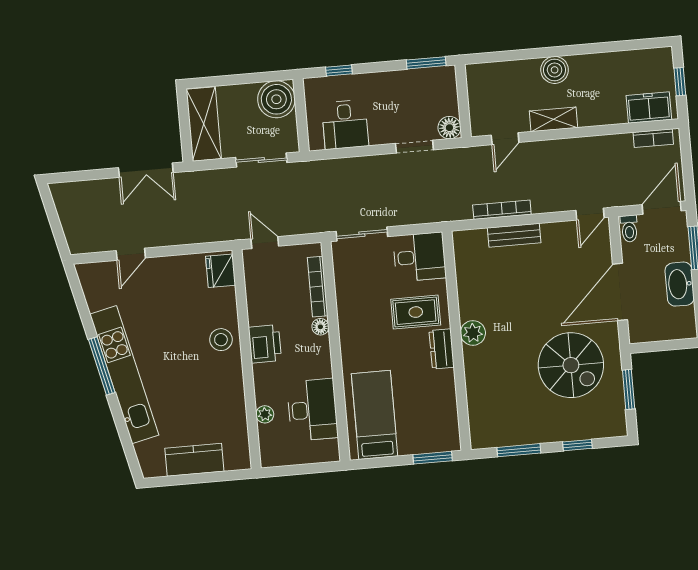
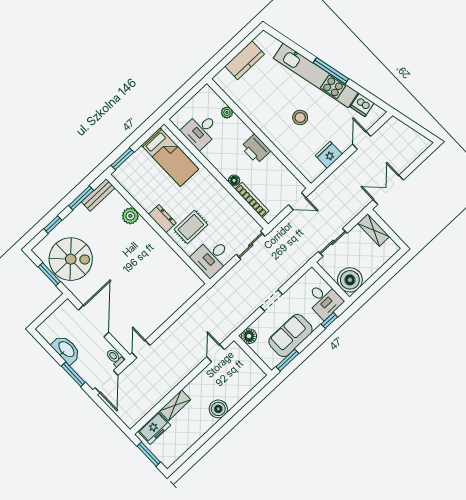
window: (680, 82) -> (149, 454), width x1.50
sofa: (399, 89) -> (291, 336), added
shelving: (554, 119) -> (175, 405), moved
shelving: (204, 124) -> (374, 230), width x0.67, depth x0.75
desk: (345, 125) -> (324, 300), moved, turned 180
bookcase: (653, 138) -> (139, 414), removed
doorway: (414, 147) -> (271, 300), moved
bookcase: (502, 210) -> (188, 315), removed
bench: (514, 235) -> (98, 195), moved
fridge: (221, 271) -> (329, 155), moved, turned -90
dishwasher: (97, 296) -> (362, 105), added
plant: (473, 333) -> (130, 216), moved
stool: (221, 340) -> (300, 118), moved
spiral stairs: (571, 365) -> (71, 259), moved, turned 180
desk: (312, 410) -> (201, 130), width x0.73

